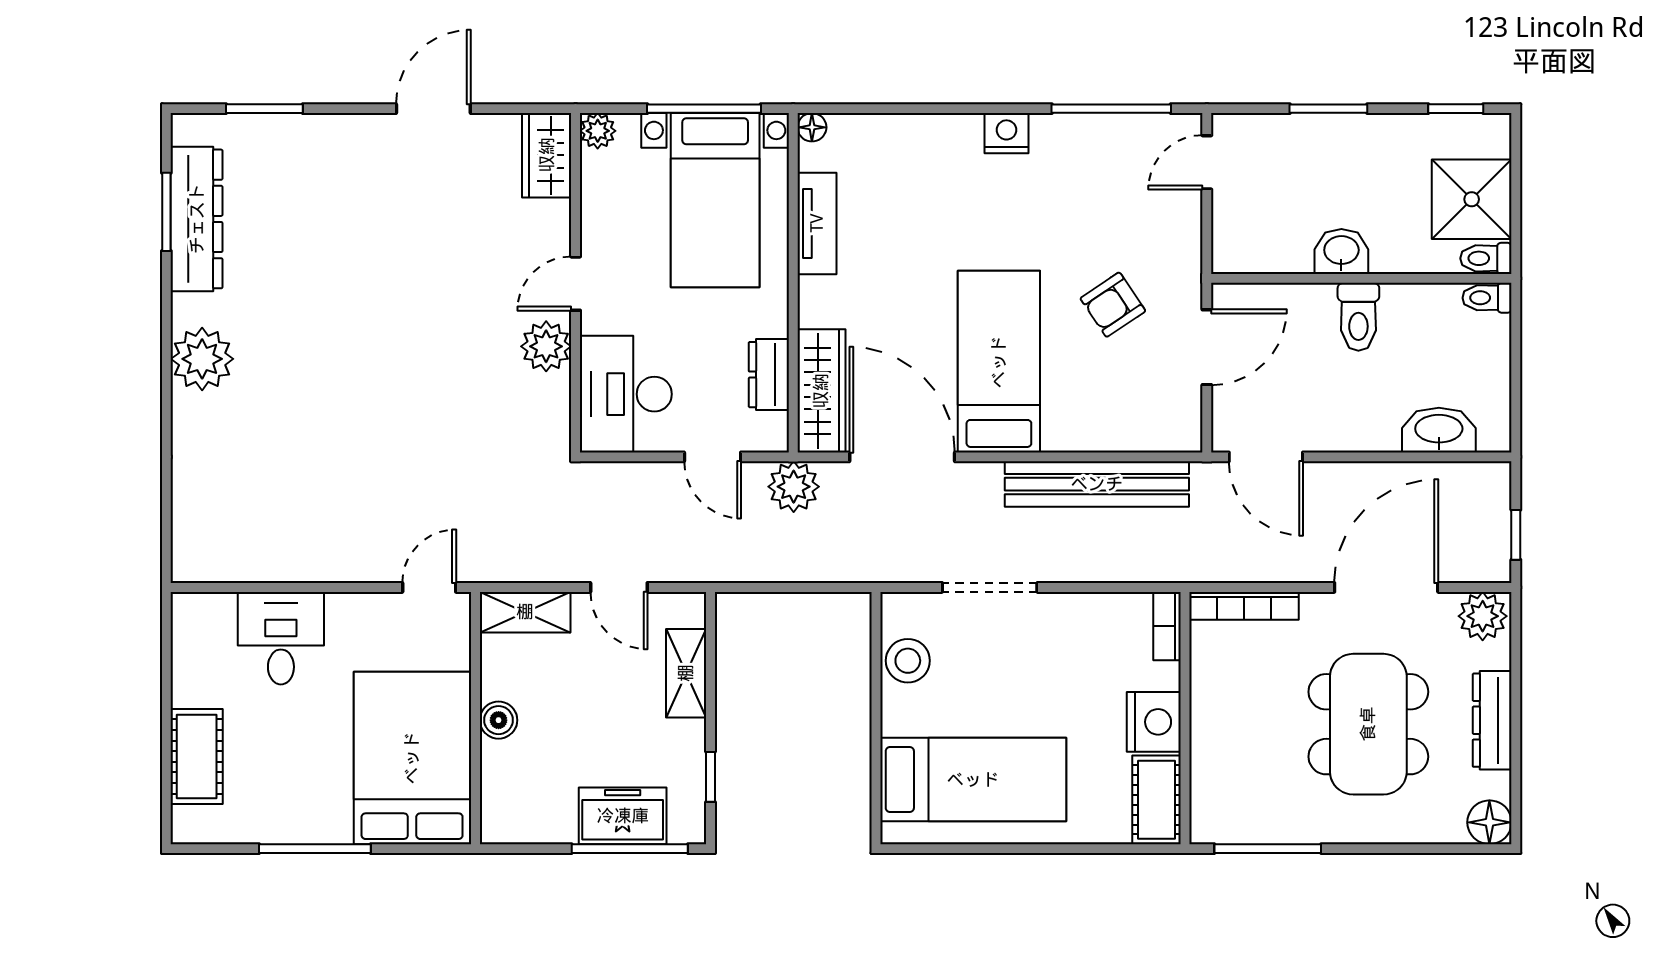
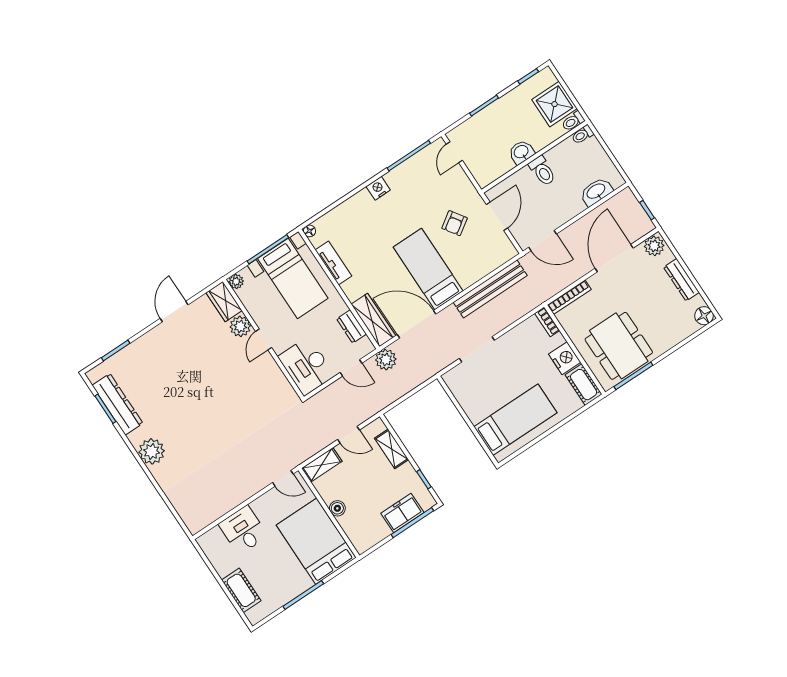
plant: (546, 346) -> (240, 326), moved
door: (429, 587) -> (283, 478), swing flipped
stool: (908, 661) -> (465, 394), removed
dining table: (1368, 724) -> (619, 346), moved

